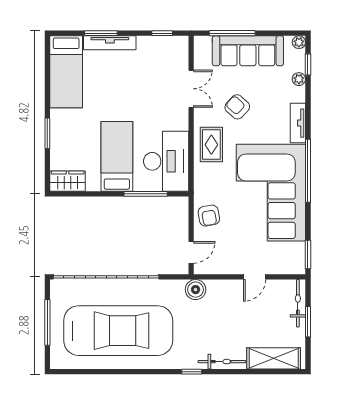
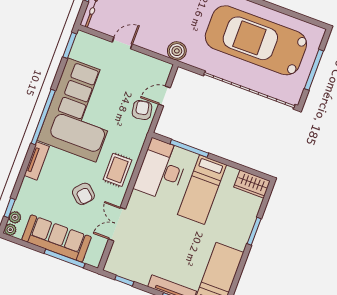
plant: (299, 79) -> (15, 217), moved
door: (191, 252) -> (164, 96), moved

